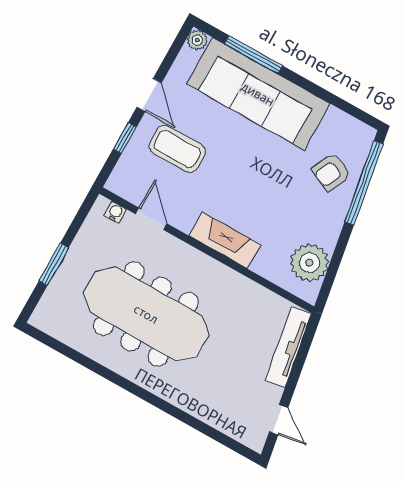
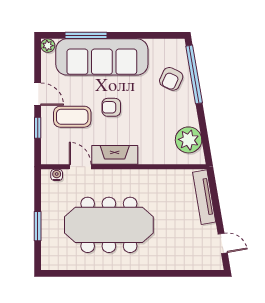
armchair: (234, 165) -> (111, 107), added
fireplace: (225, 240) -> (115, 155), moved

